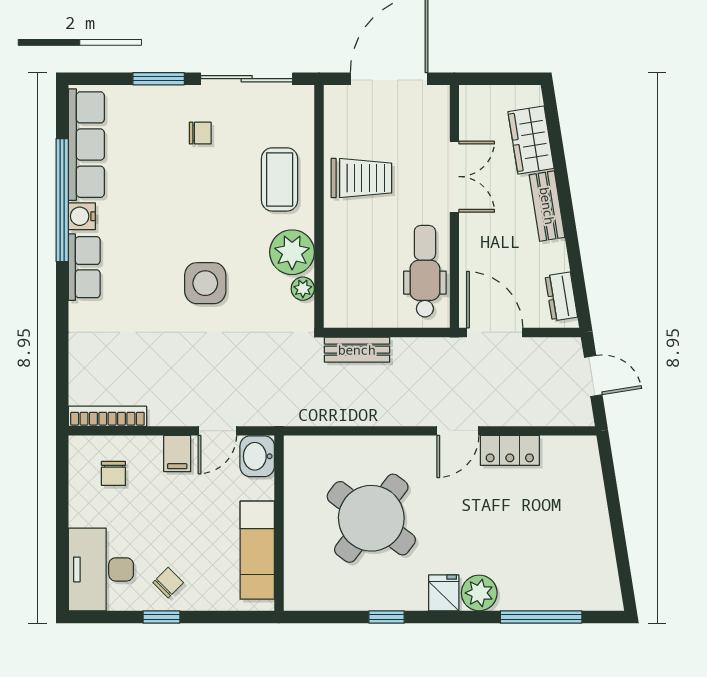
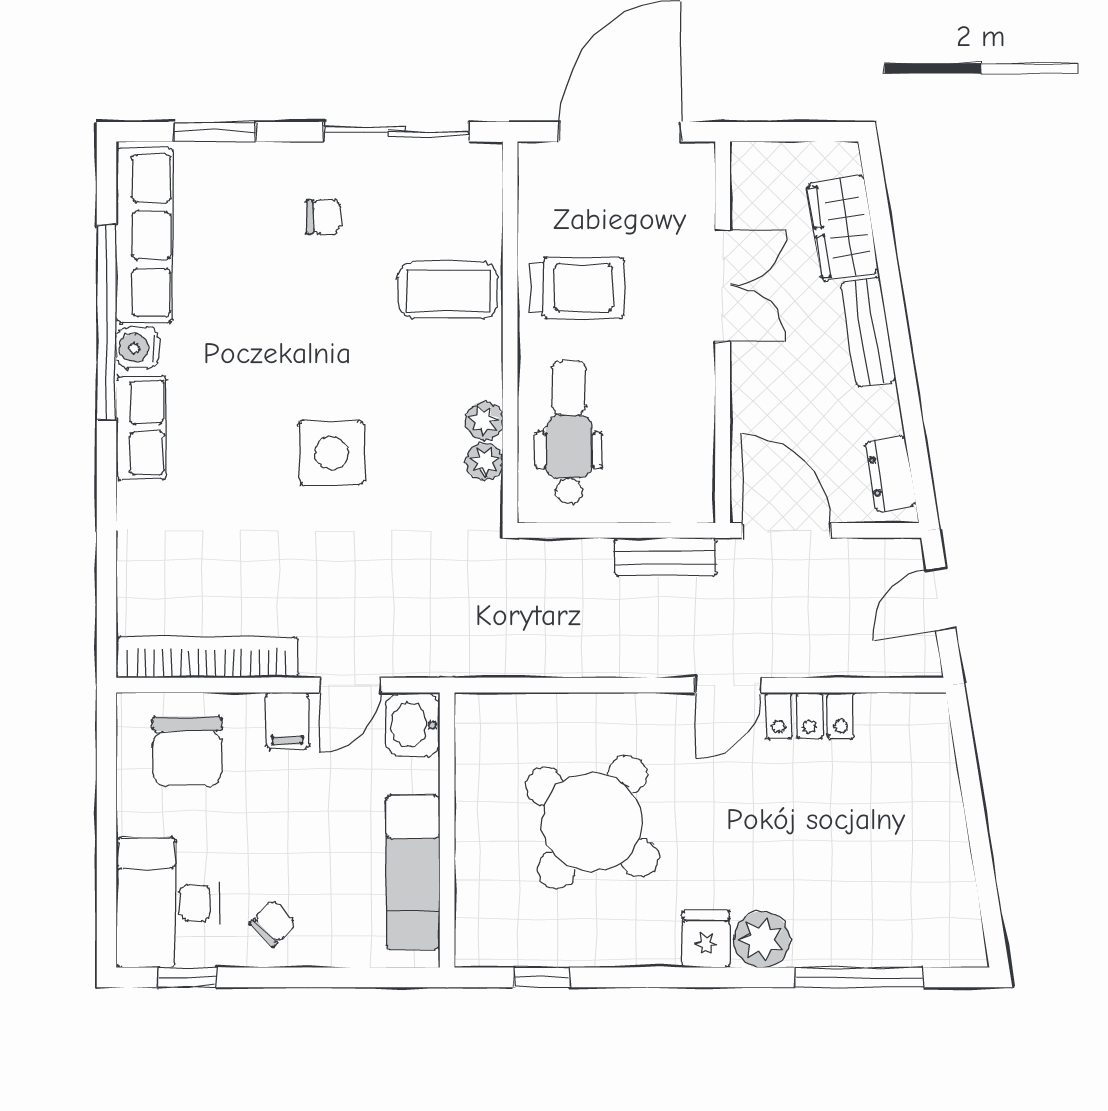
window: (159, 79) -> (215, 132), moved
coffee table: (280, 179) -> (448, 290), turned 90
plant: (292, 252) -> (484, 421), width x0.53, depth x0.53
dental chair: (425, 271) -> (569, 432), moved
bench: (357, 350) -> (666, 557), moved
door: (593, 376) -> (941, 599), swing flipped
bookcase: (107, 416) -> (207, 657), width x1.48, depth x1.31
chair: (113, 473) -> (187, 752), width x1.87, depth x1.87
window: (161, 617) -> (187, 977), moved
window: (387, 617) -> (542, 977), moved

